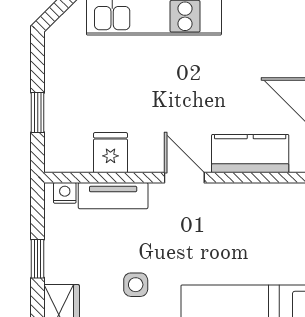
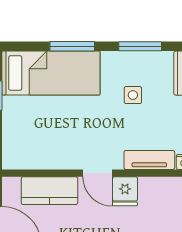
fridge: (110, 153) -> (125, 191), moved

